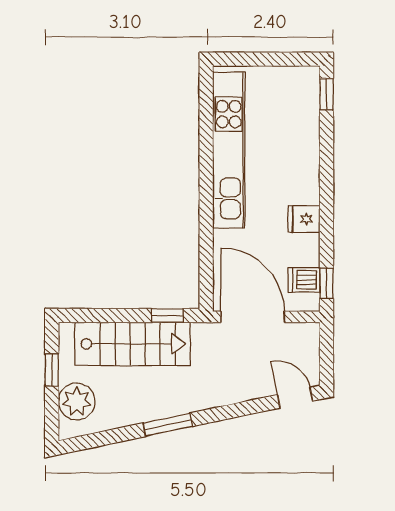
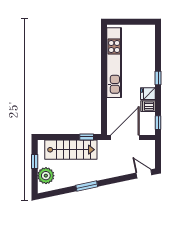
window: (326, 94) -> (158, 78), moved
dishwasher: (304, 280) -> (148, 106), moved
door: (253, 317) -> (125, 138), hinge flipped

